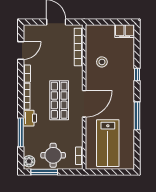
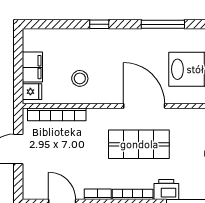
fridge: (93, 31) -> (32, 92), added
filing cabinet: (125, 31) -> (32, 67), moved

